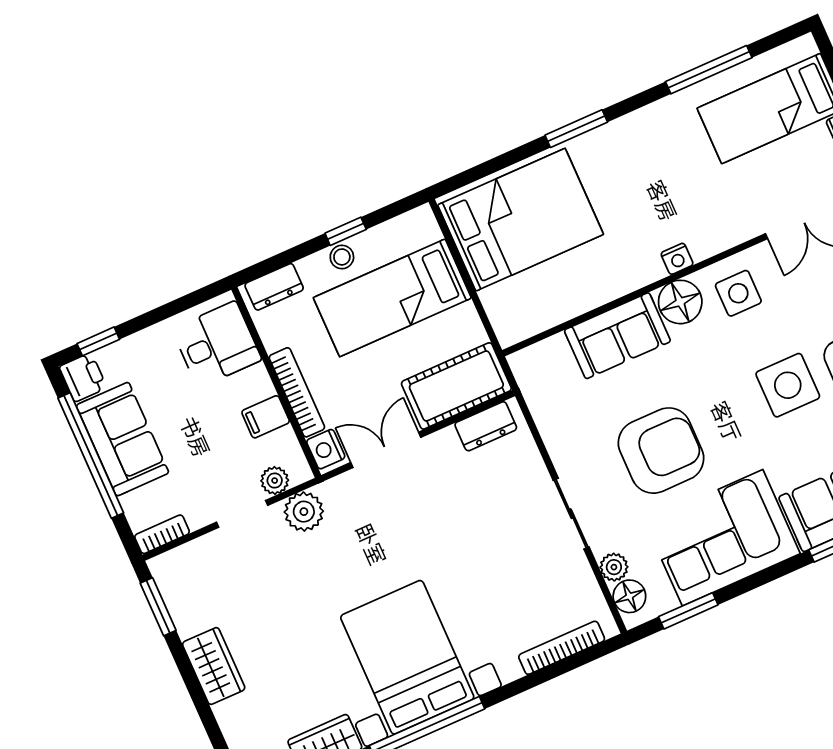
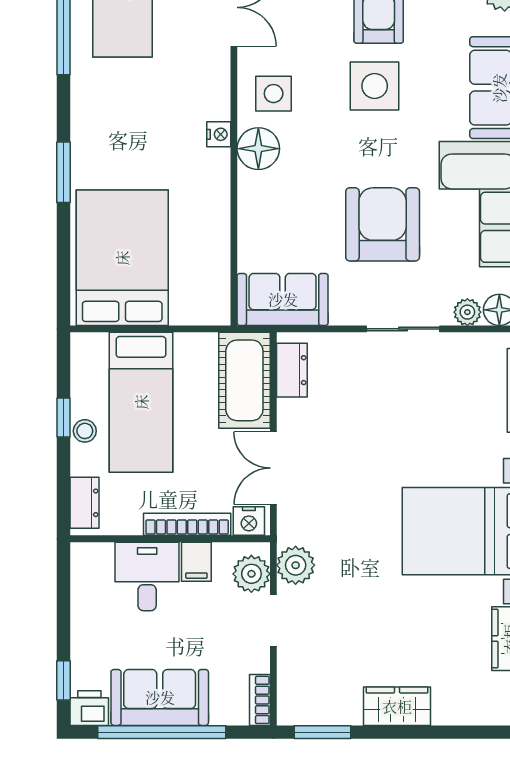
sofa: (617, 336) -> (283, 299), moved, turned -90
desk: (217, 344) -> (147, 576), moved
plant: (275, 481) -> (251, 574), width x1.38, depth x1.38

